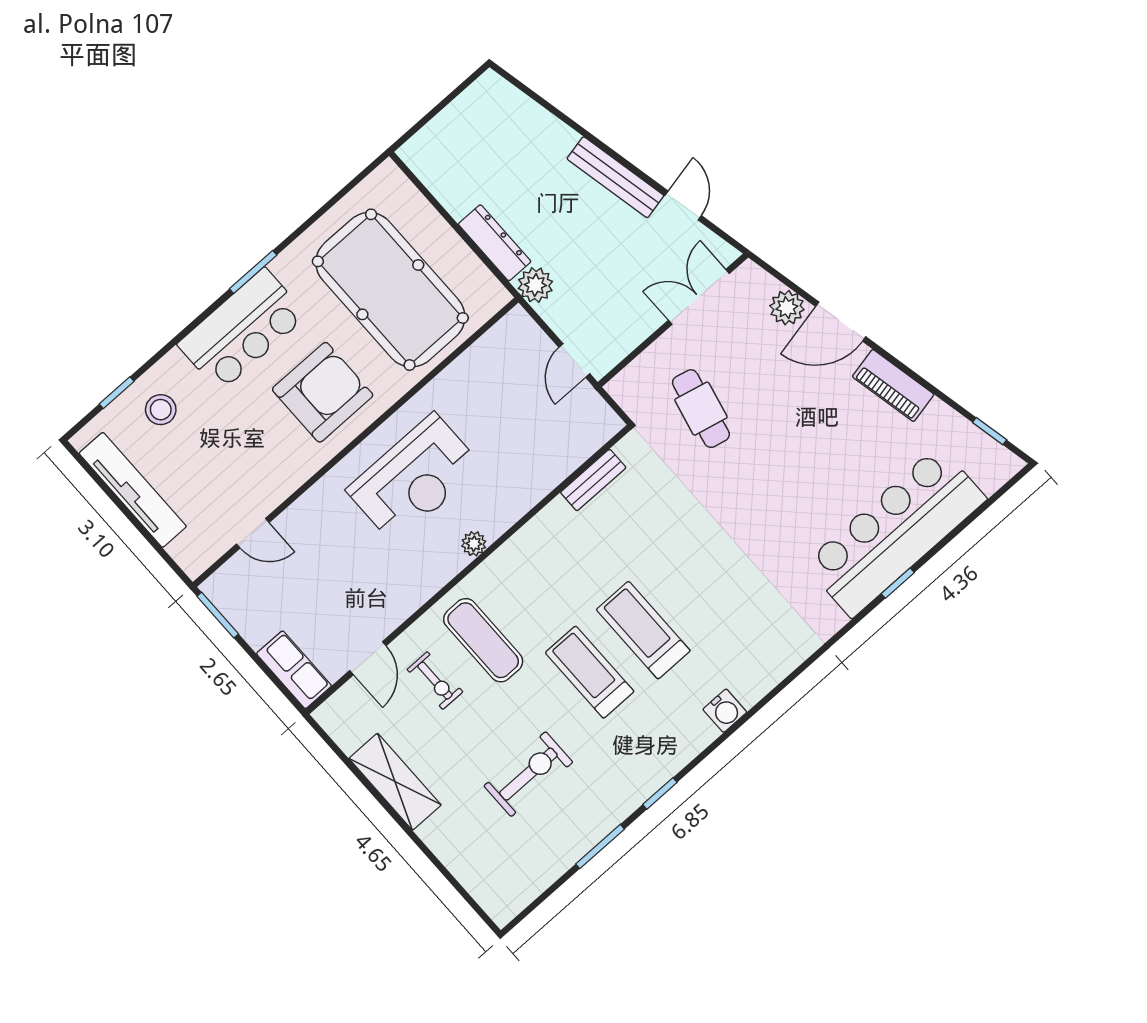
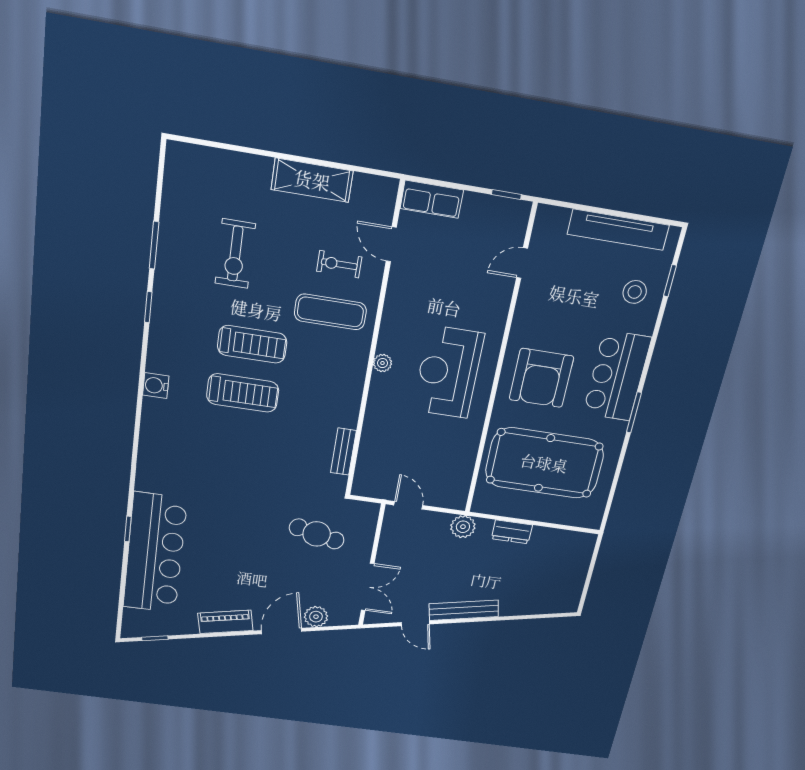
dresser: (495, 243) -> (512, 532), width x0.70
window: (218, 615) -> (506, 194), width x0.67

